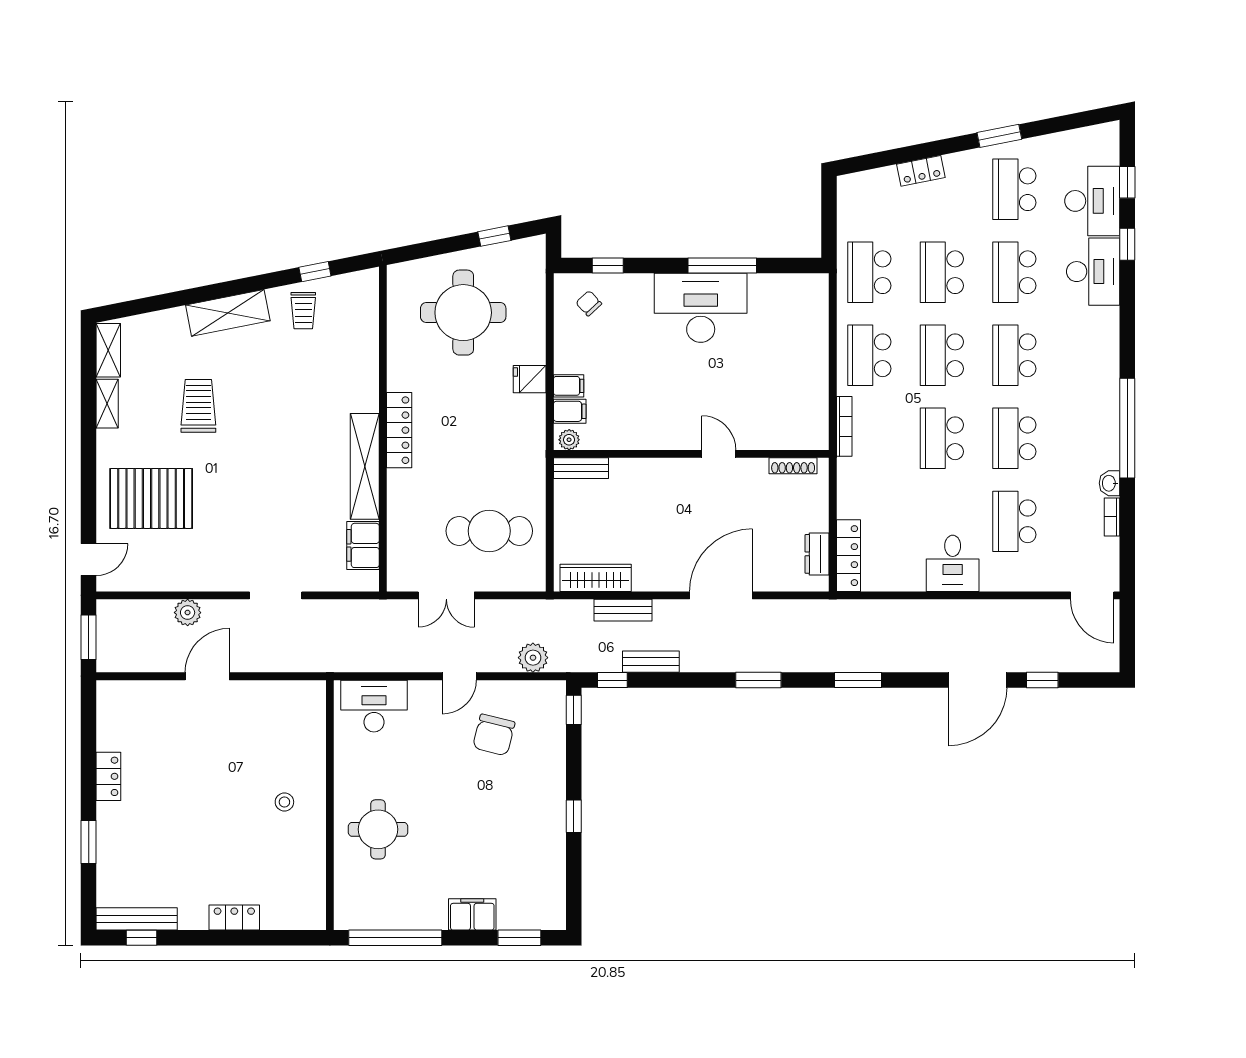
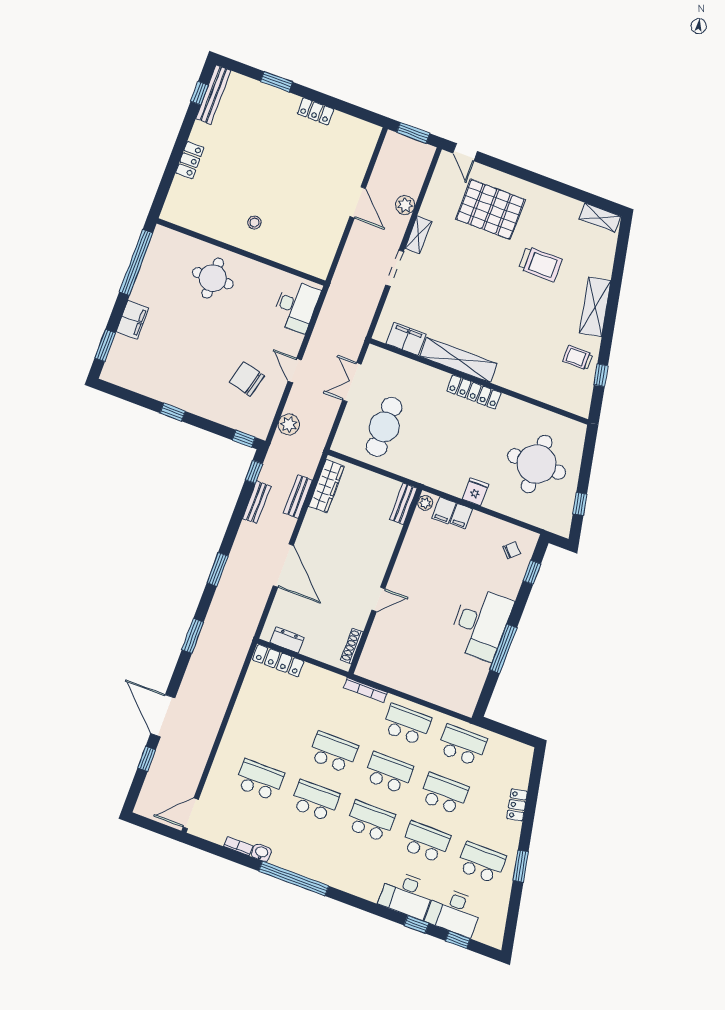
shelving: (107, 404) -> (418, 235), moved, turned 90
pallet: (151, 498) -> (490, 209), turned 90
desk: (953, 563) -> (247, 728), removed

